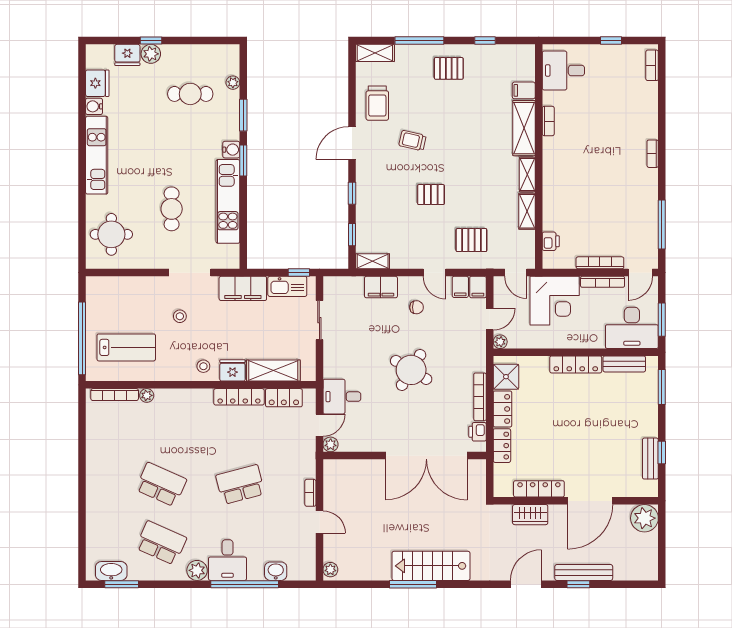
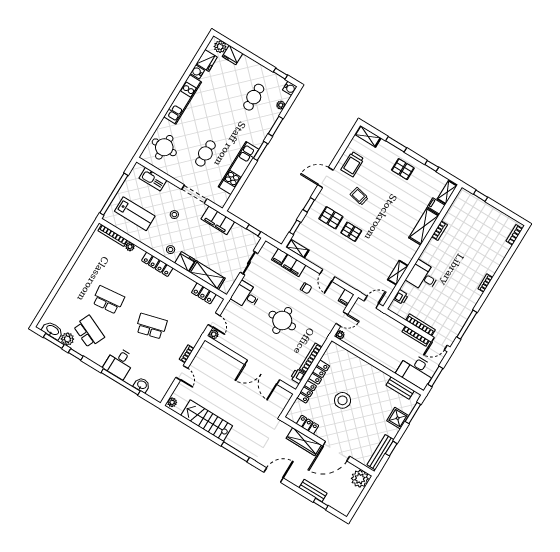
window: (151, 41) -> (280, 74), moved
window: (419, 41) -> (396, 144), width x0.69
window: (611, 41) -> (481, 196), moved
plant: (151, 54) -> (220, 47), moved
desk: (563, 70) -> (423, 276), moved
cafe table: (190, 94) -> (254, 97), turned 90
water cooler: (231, 150) -> (290, 88), moved
shelving: (527, 174) -> (447, 192), moved
pallet: (471, 240) -> (331, 218), moved
door: (516, 273) -> (371, 302), swing flipped
kitchen sink: (287, 286) -> (153, 179), moved
filing cabinet: (460, 287) -> (279, 257), moved
corner desk: (555, 301) -> (383, 330), removed
locker: (576, 364) -> (374, 372), removed
round table: (411, 370) -> (282, 321), turned -31
shower: (506, 377) -> (398, 418), moved
locker: (239, 397) -> (157, 264), moved
desk: (342, 397) -> (246, 295), moved
door: (319, 425) -> (214, 320), hinge flipped
stool: (557, 428) -> (343, 400), added
double door: (426, 456) -> (262, 372), width x0.73
bench: (650, 459) -> (380, 452), width x1.36
school desk: (161, 485) -> (108, 300), turned -30
locker: (539, 489) -> (308, 425), width x0.66
wardrobe: (530, 515) -> (304, 442), width x1.50
stairs: (431, 566) -> (207, 421), moved
plant: (197, 570) -> (67, 339), moved
bench: (584, 572) -> (313, 491), width x0.73
window: (162, 584) -> (76, 354), added
window: (413, 584) -> (235, 452), moved
window: (578, 584) -> (321, 504), moved

